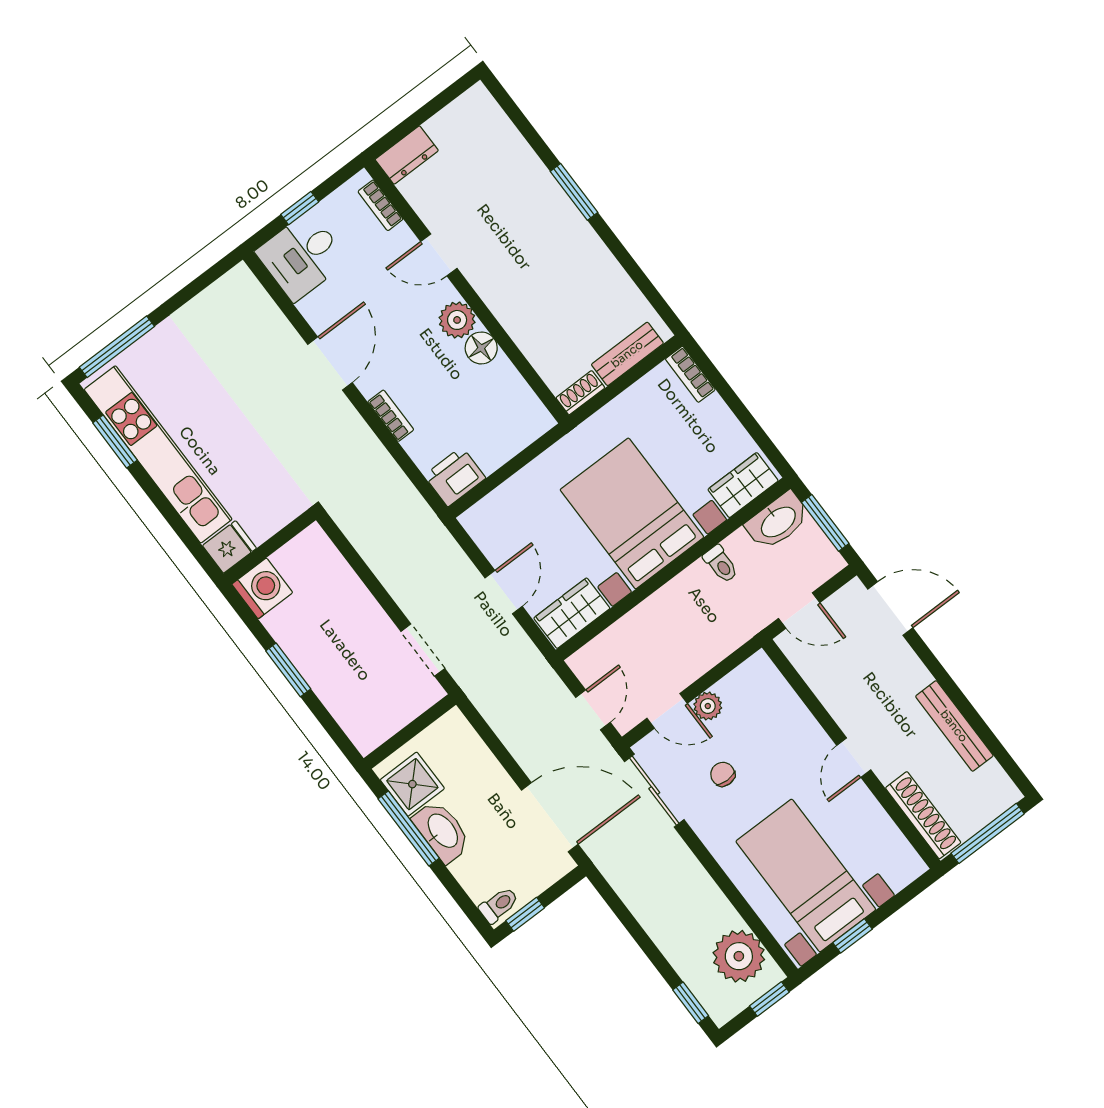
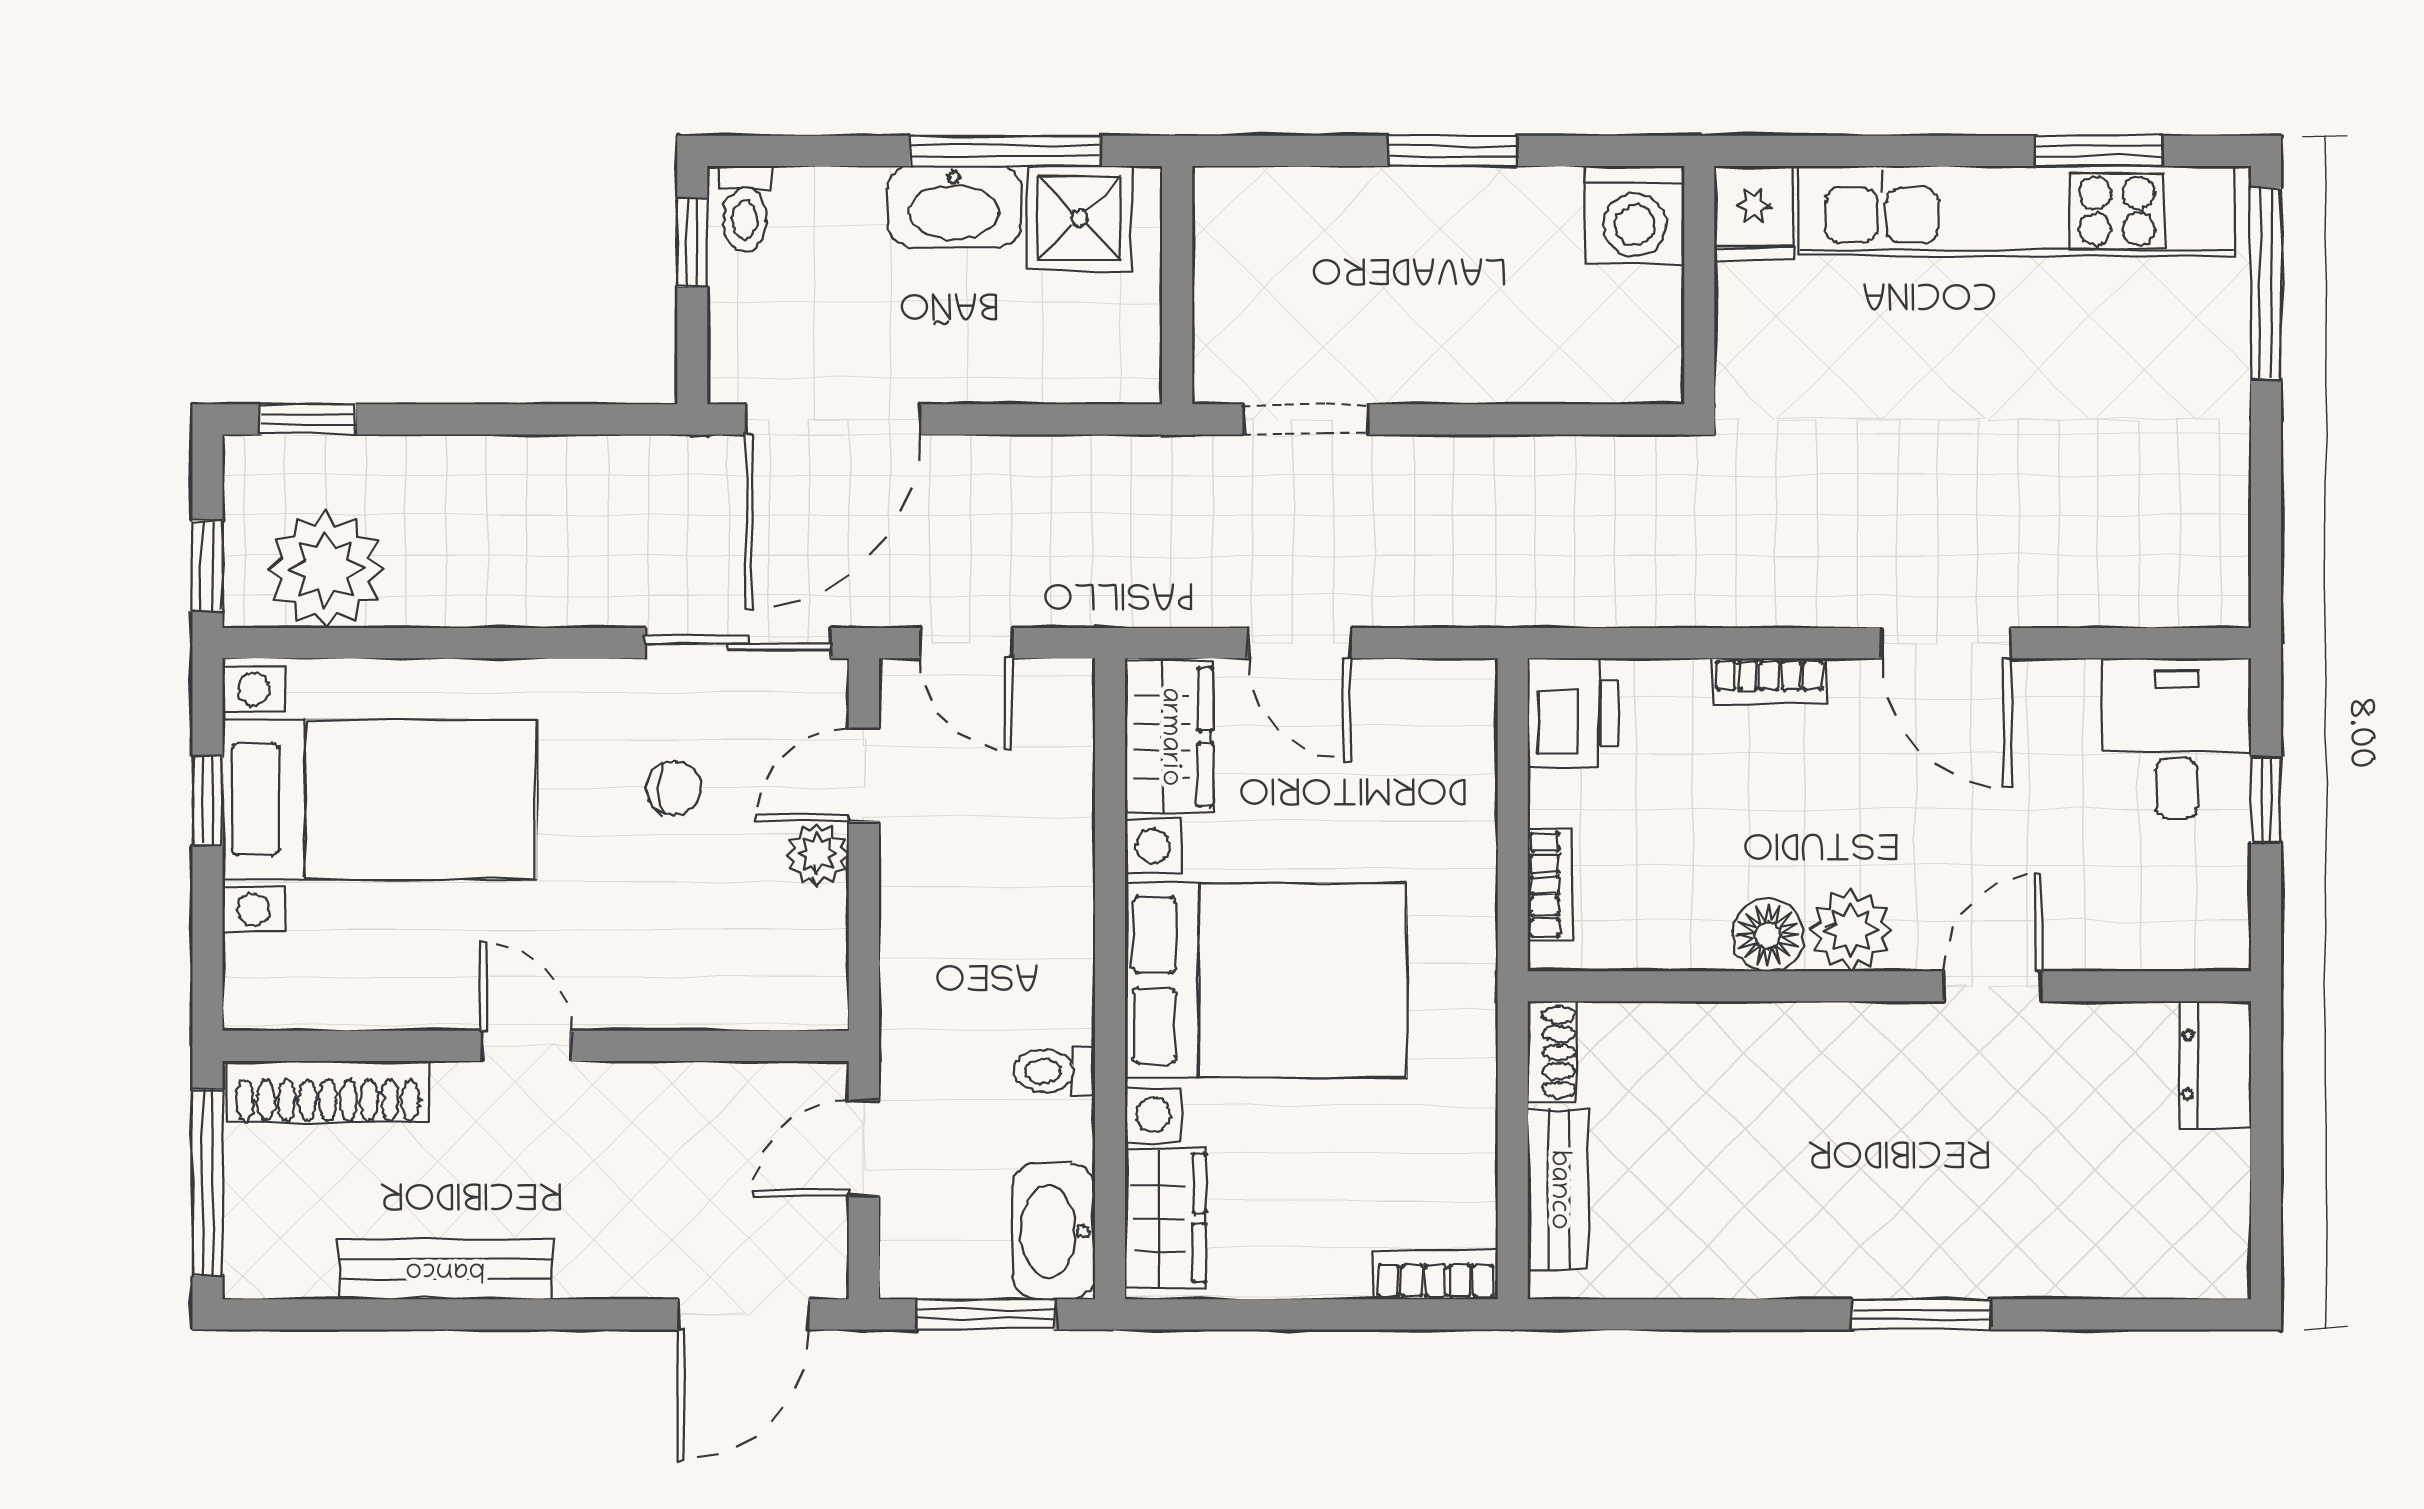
bookcase: (380, 205) -> (1550, 885), moved, turned 90

